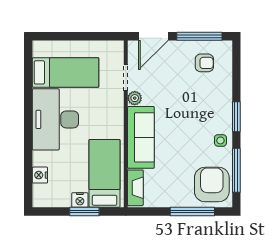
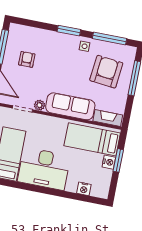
armchair: (204, 63) -> (27, 59), moved
armchair: (212, 185) -> (106, 72), moved, turned 96

